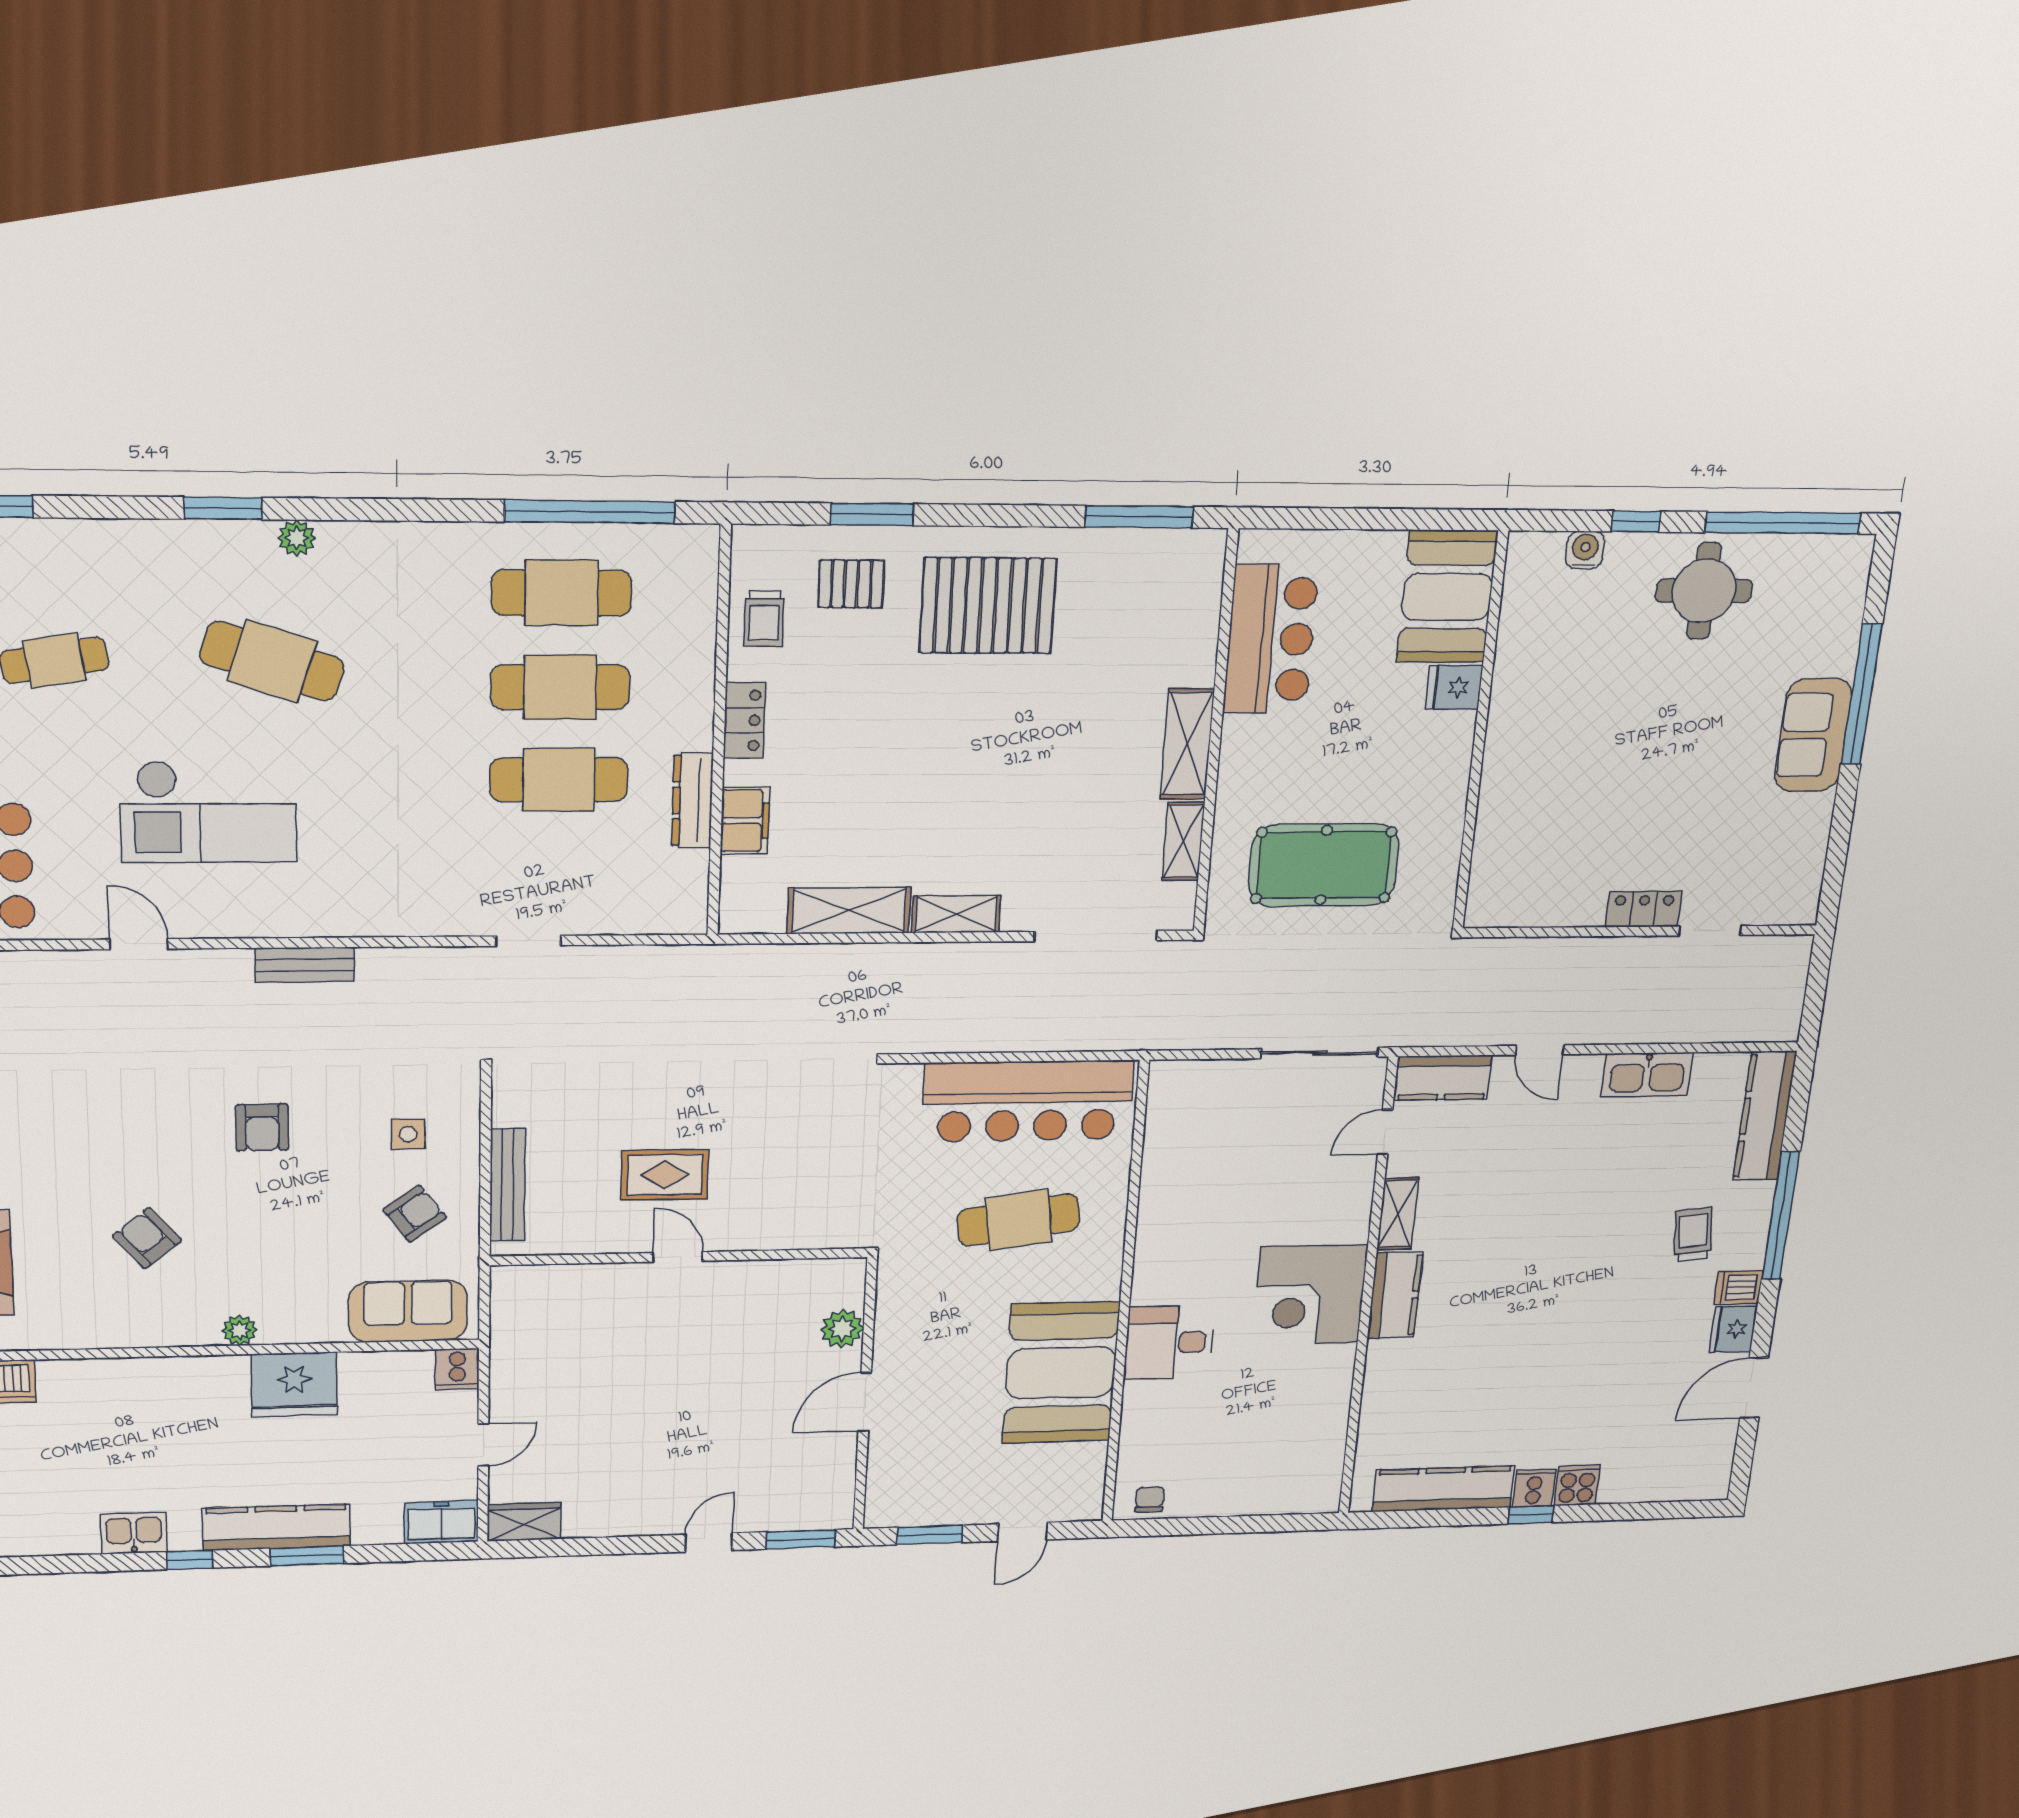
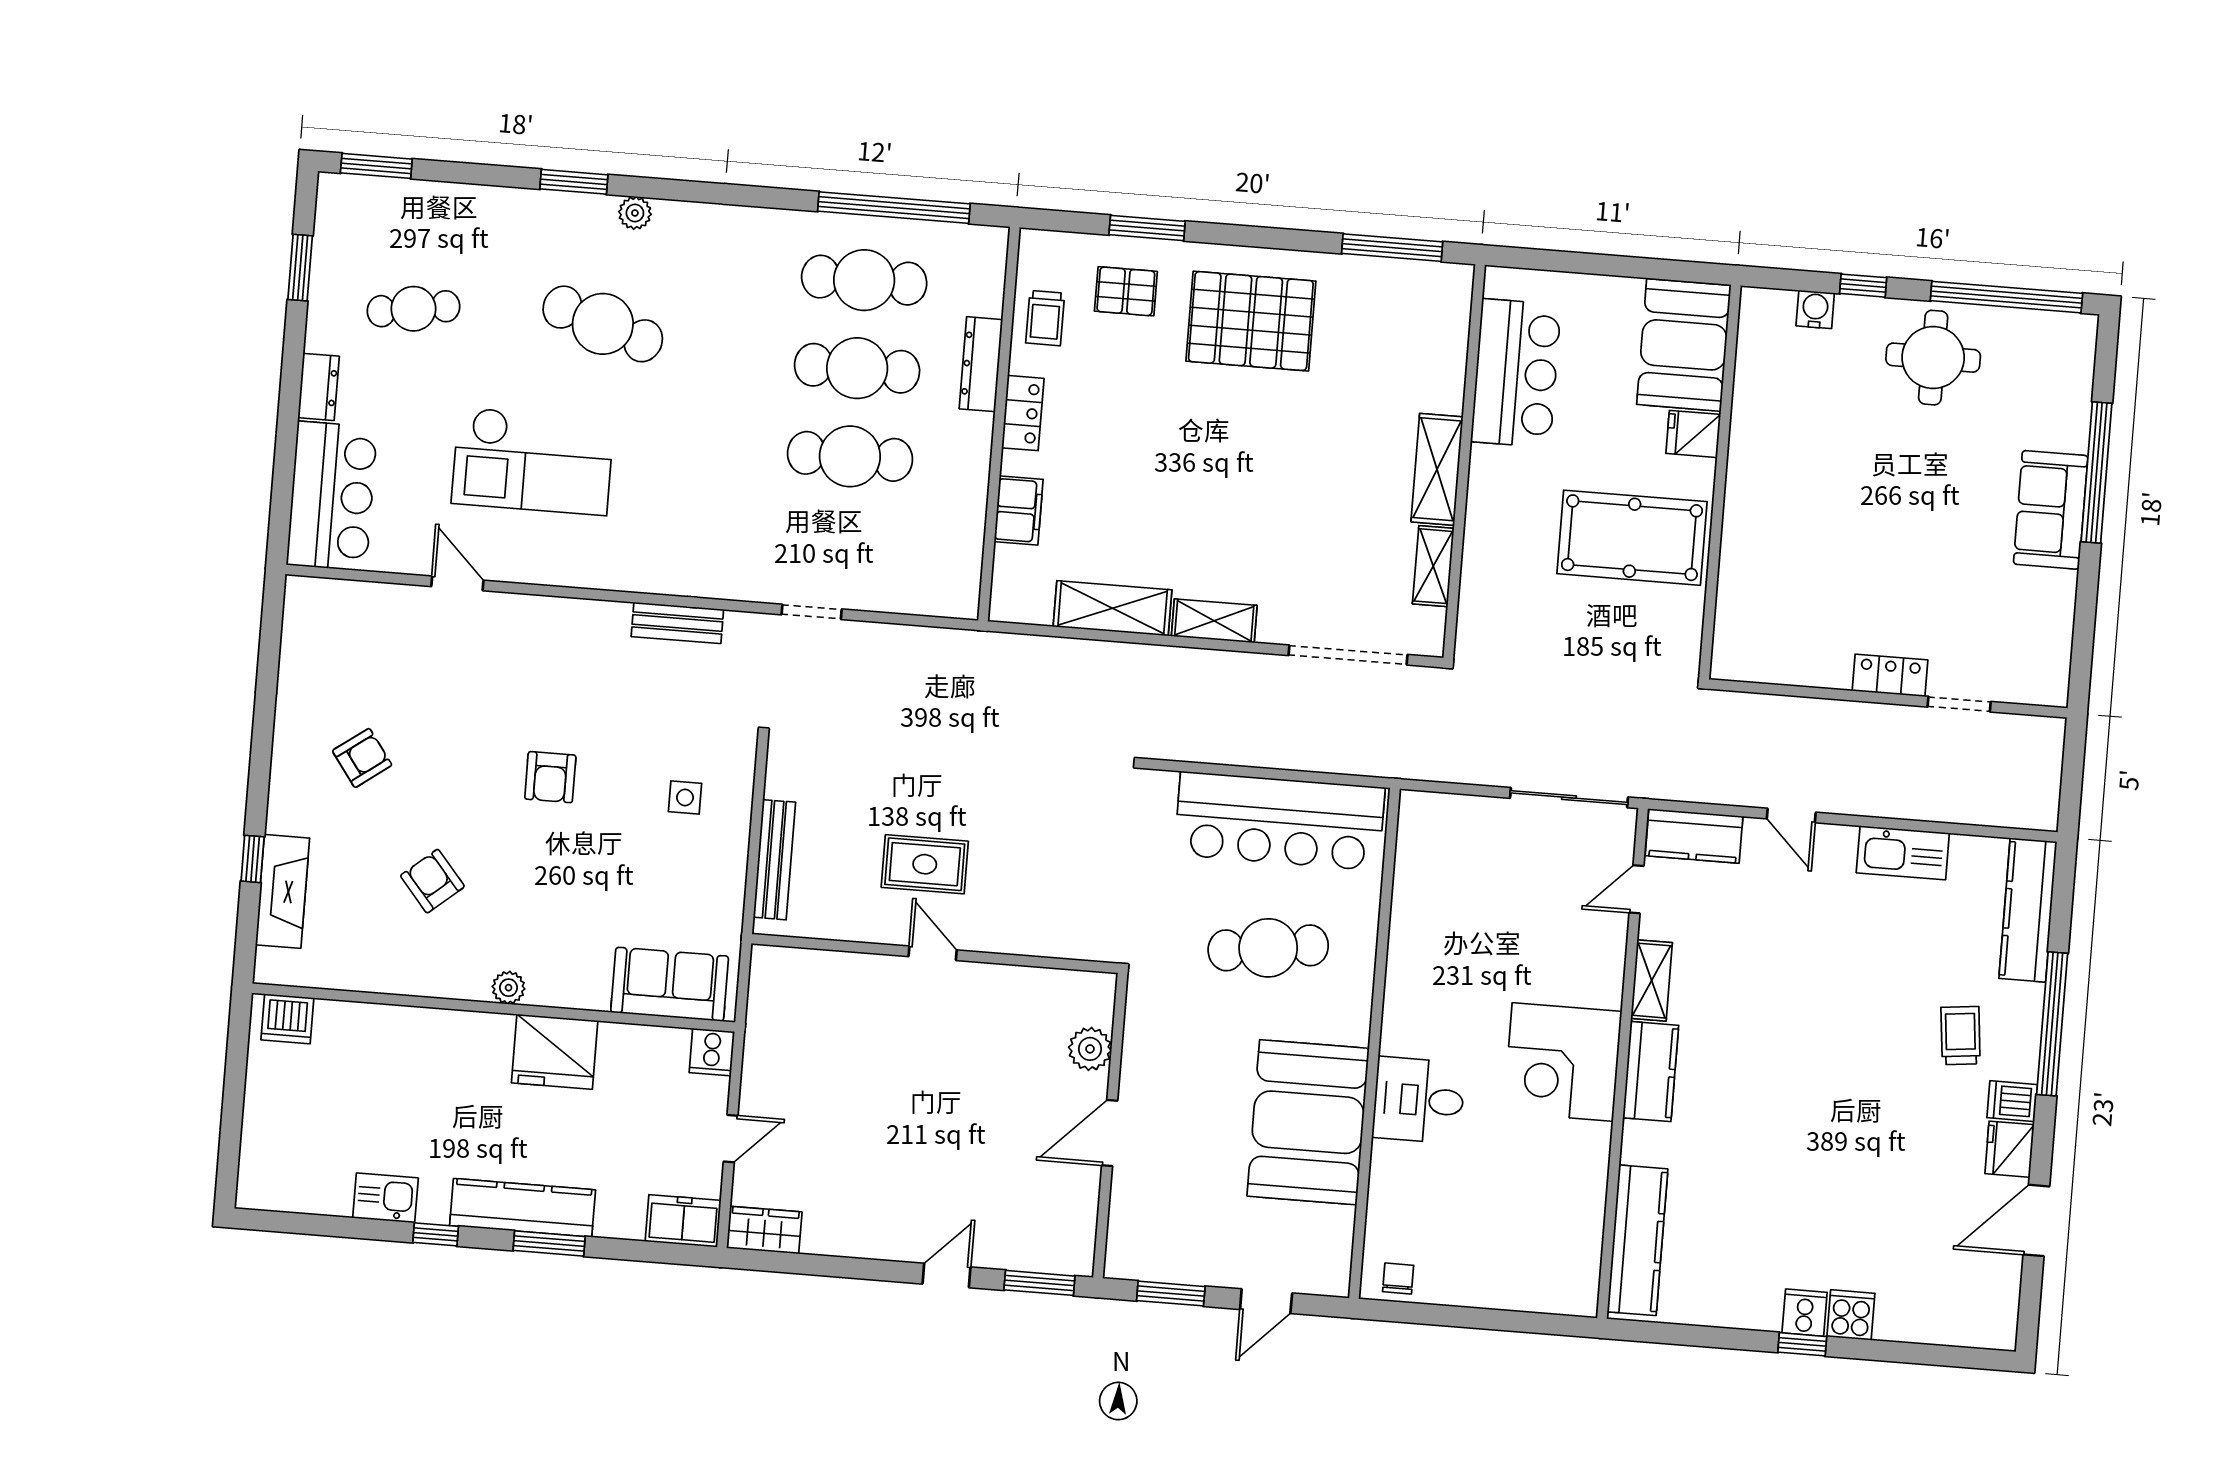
dresser: (692, 800) -> (981, 364), moved
pool table: (1324, 865) -> (1632, 538), moved
bench: (305, 965) -> (677, 623), moved
armchair: (415, 1214) -> (362, 758), moved
kitchen counter: (1443, 1489) -> (1638, 1240), moved, turned 90

